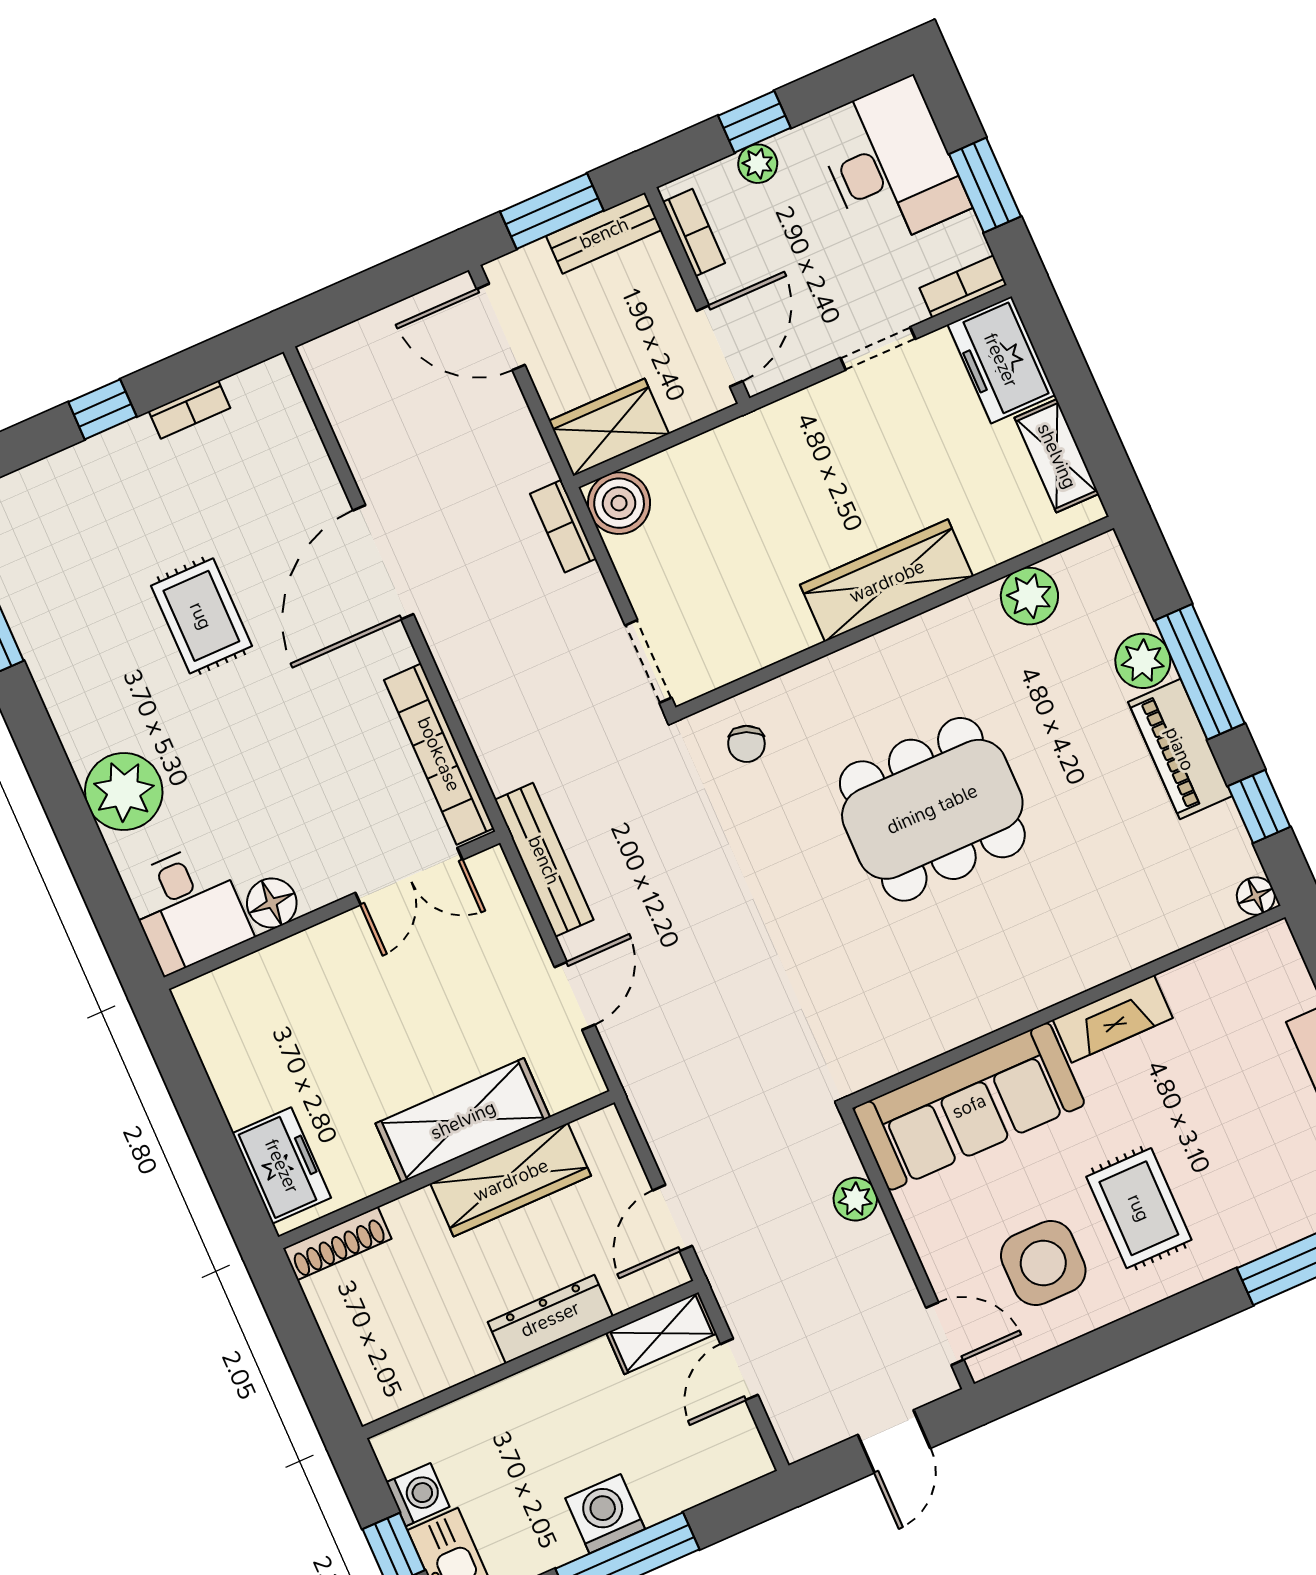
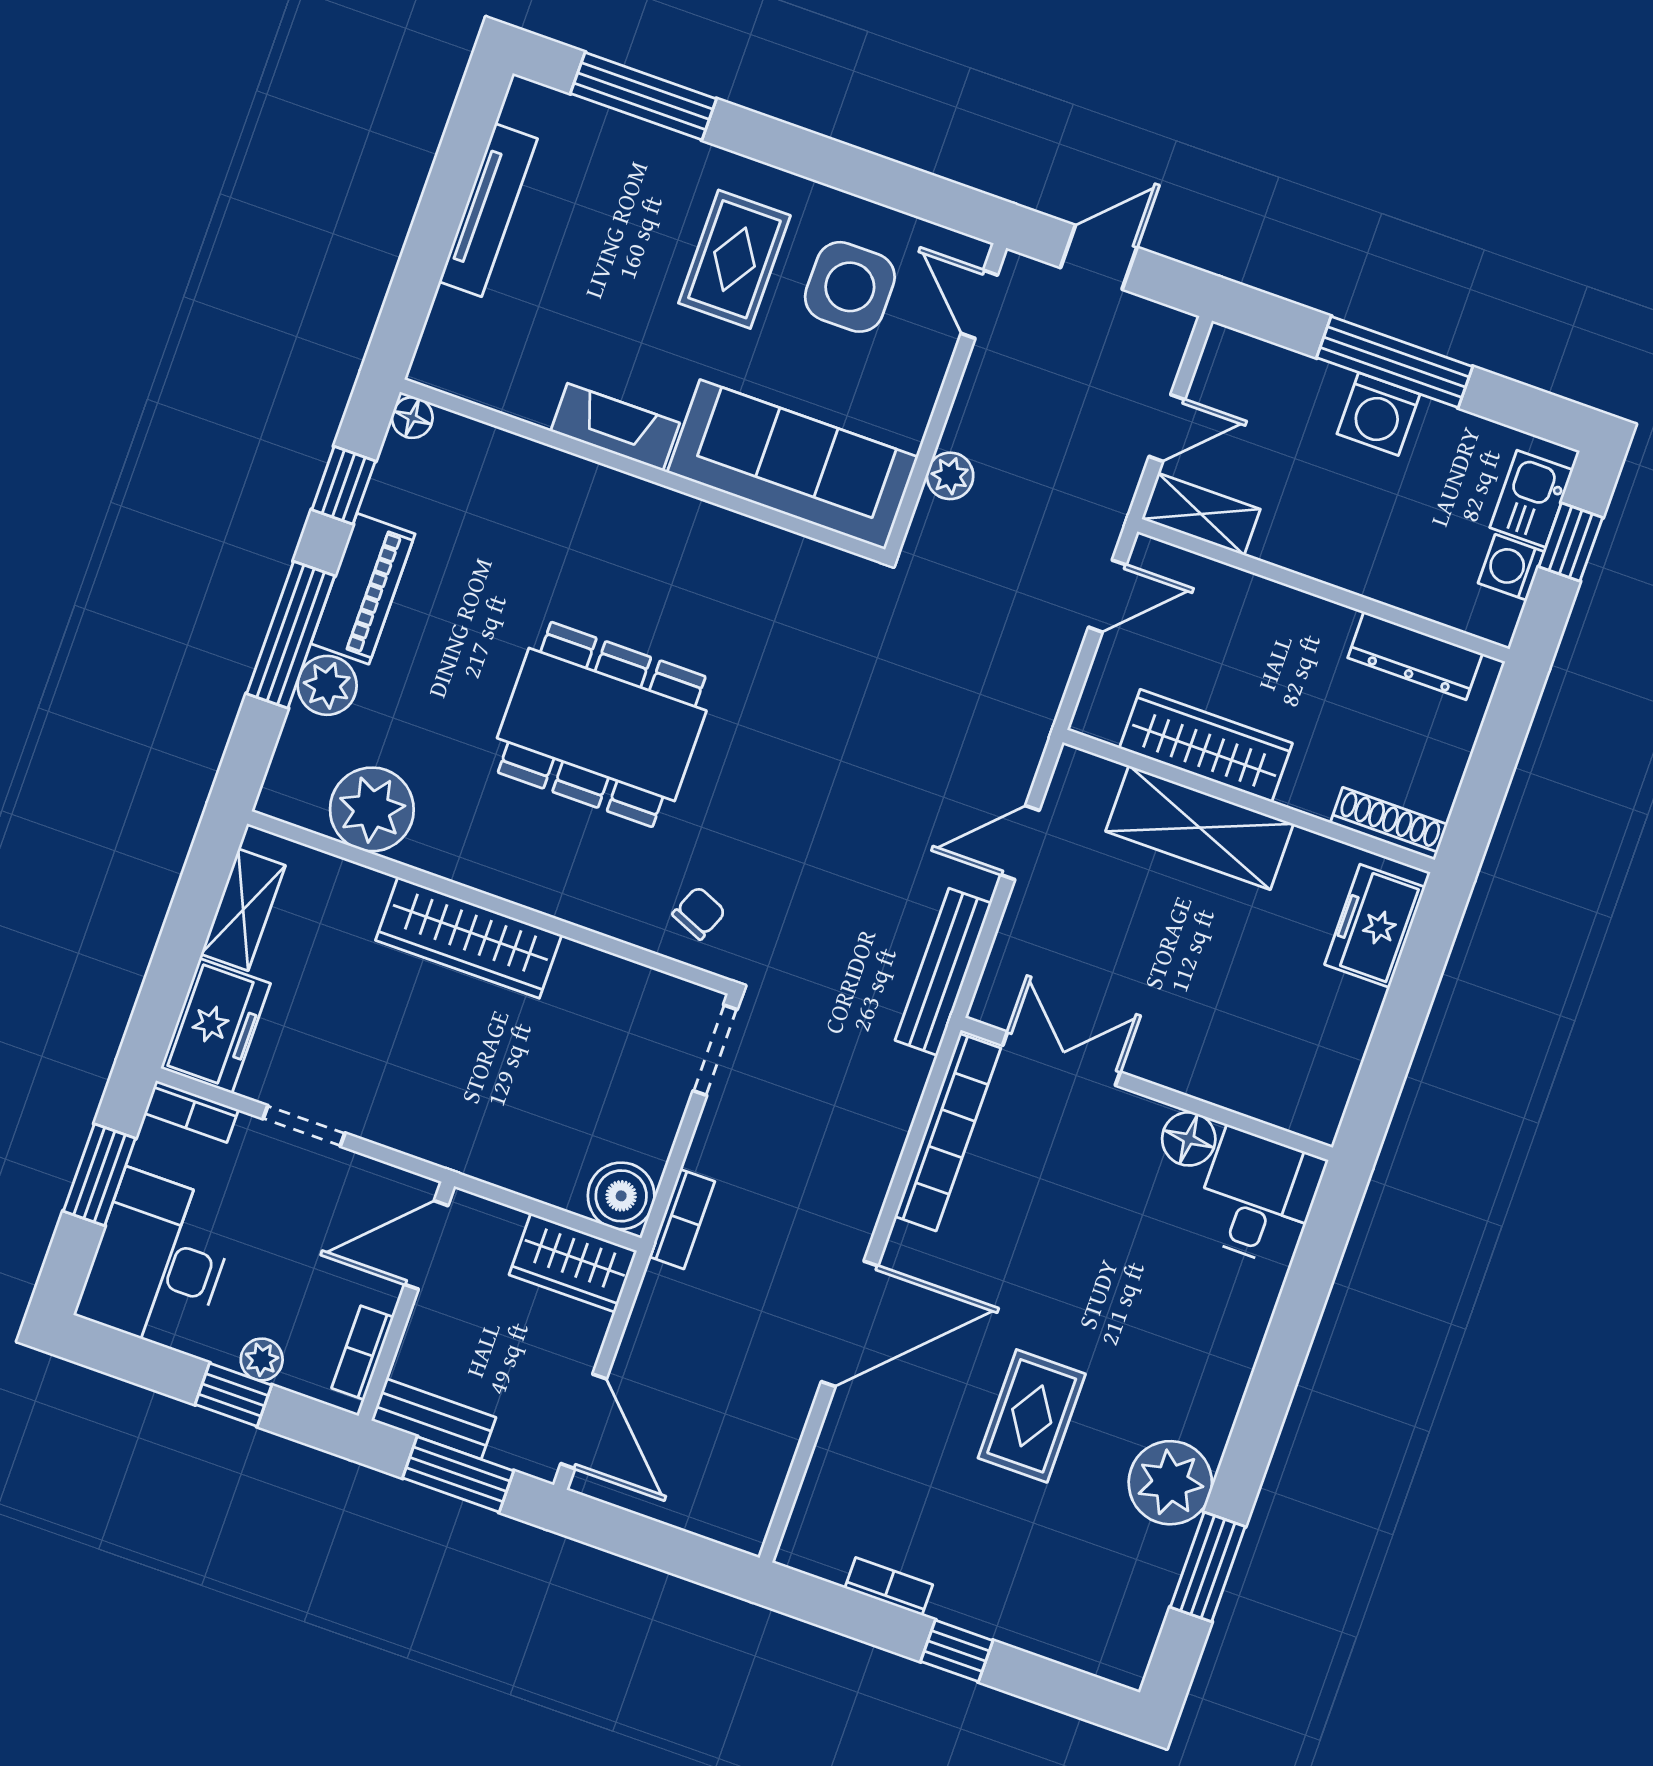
plant: (1029, 596) -> (372, 809), width x1.36, depth x1.36
plant: (124, 792) -> (1170, 1483), moved
dresser: (550, 1319) -> (1415, 656), moved

